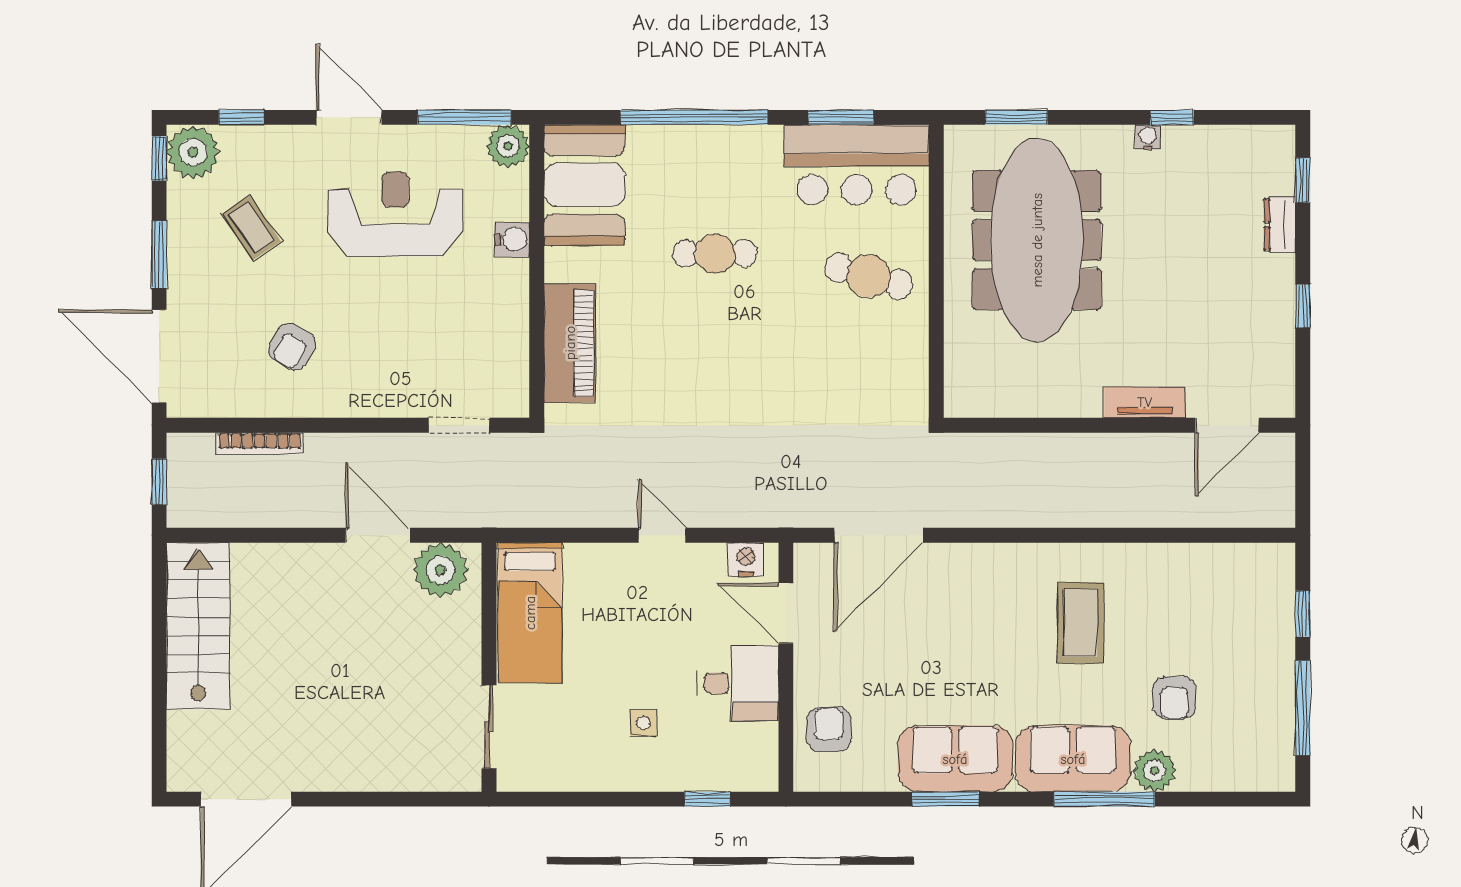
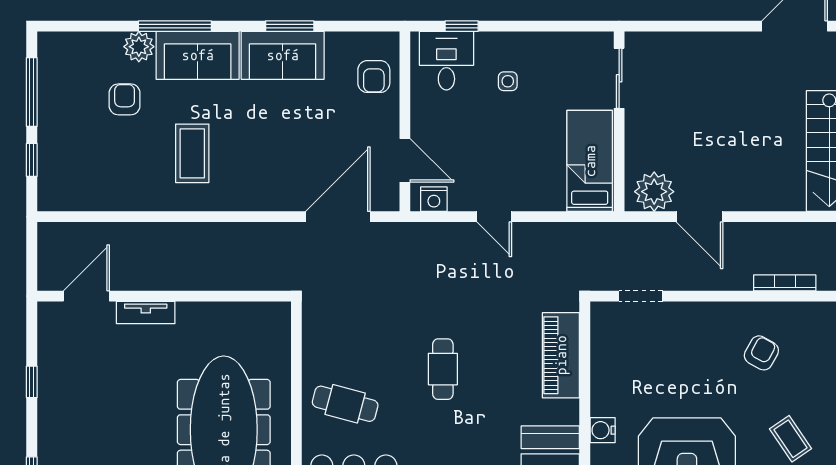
dresser: (1280, 225) -> (48, 441), removed
cafe table: (715, 254) -> (443, 369), moved, turned 90
desk: (738, 683) -> (446, 61), moved, turned 90

